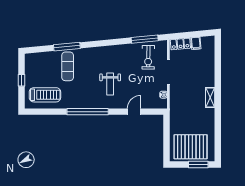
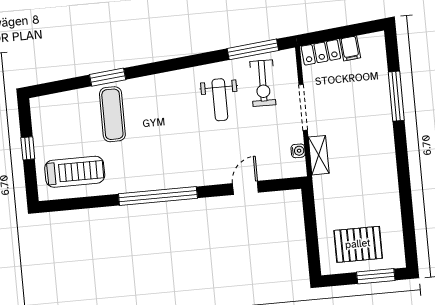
window: (67, 47) -> (108, 77), width x0.69
window: (218, 71) -> (396, 96), added
weight bench: (110, 84) -> (220, 100), moved
shelving: (210, 98) -> (319, 155), moved
pallet: (191, 147) -> (358, 244), width x0.73, depth x0.71

